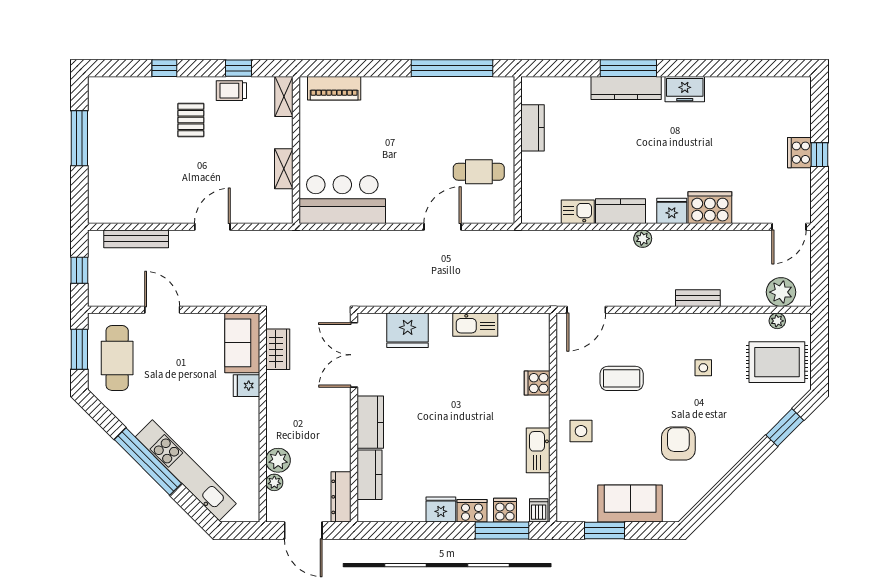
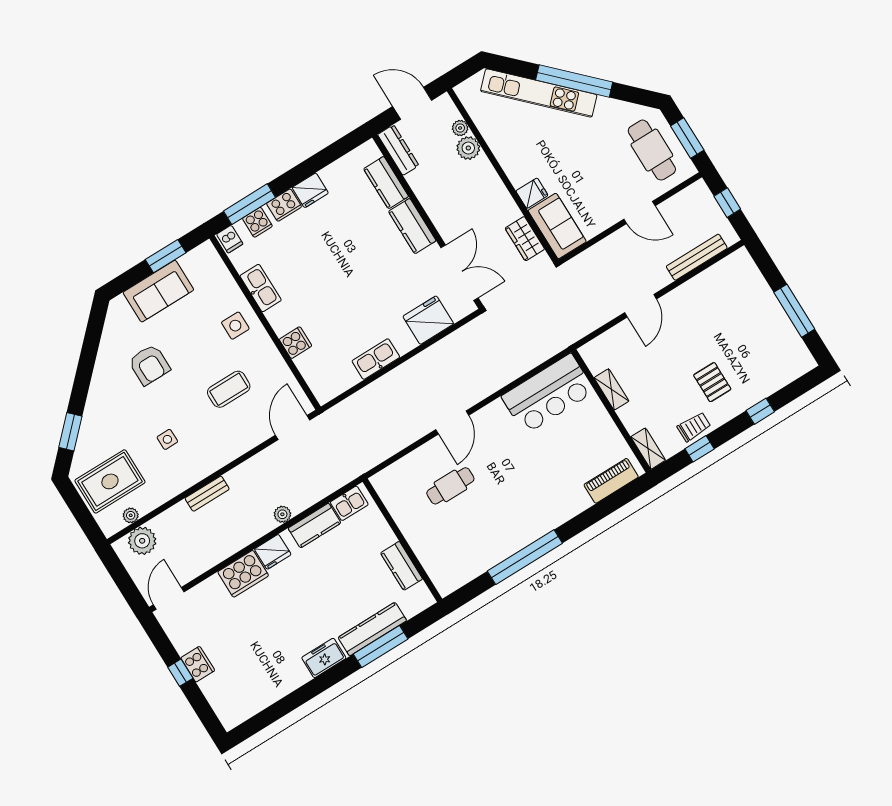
kitchen counter: (533, 128) -> (402, 566), moved
wall: (518, 150) -> (402, 540), moved

